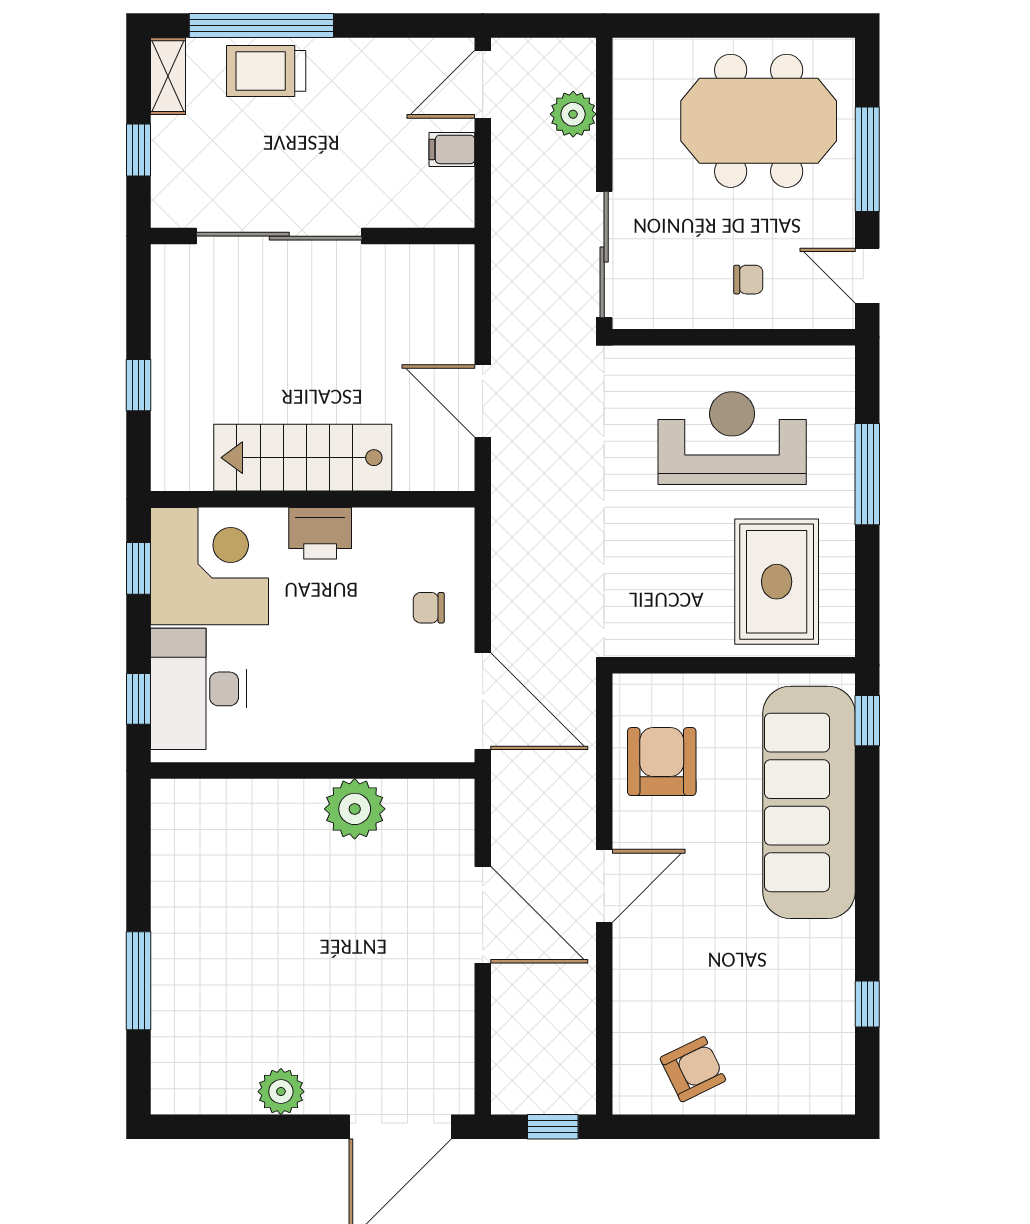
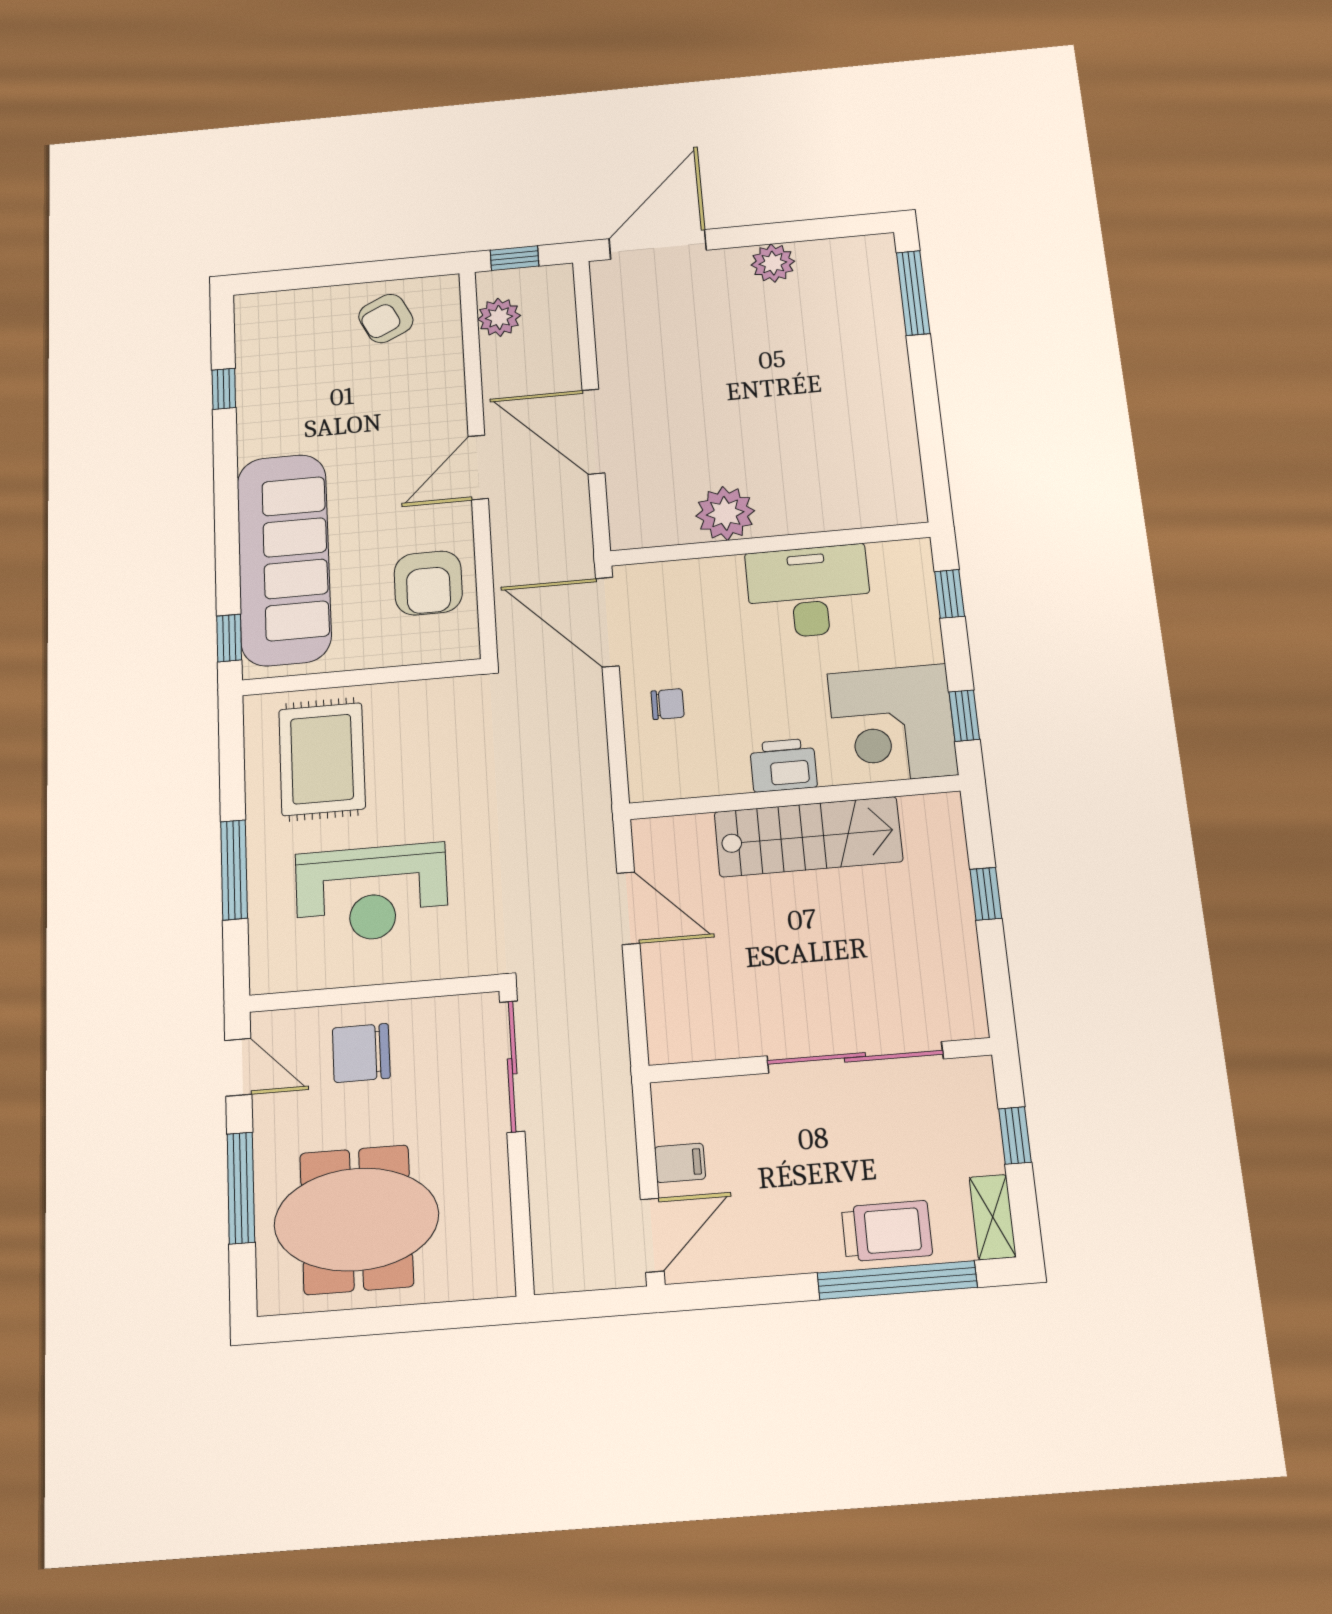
plant: (573, 114) -> (499, 317), moved
chair: (748, 280) -> (361, 1053), width x1.87, depth x1.87
desk: (198, 689) -> (809, 592), moved, turned -90
window: (139, 981) -> (913, 293), moved

